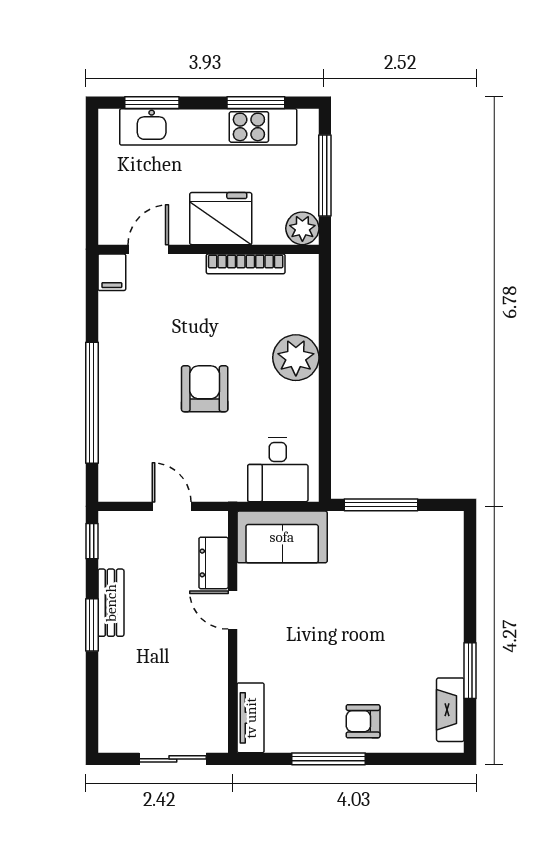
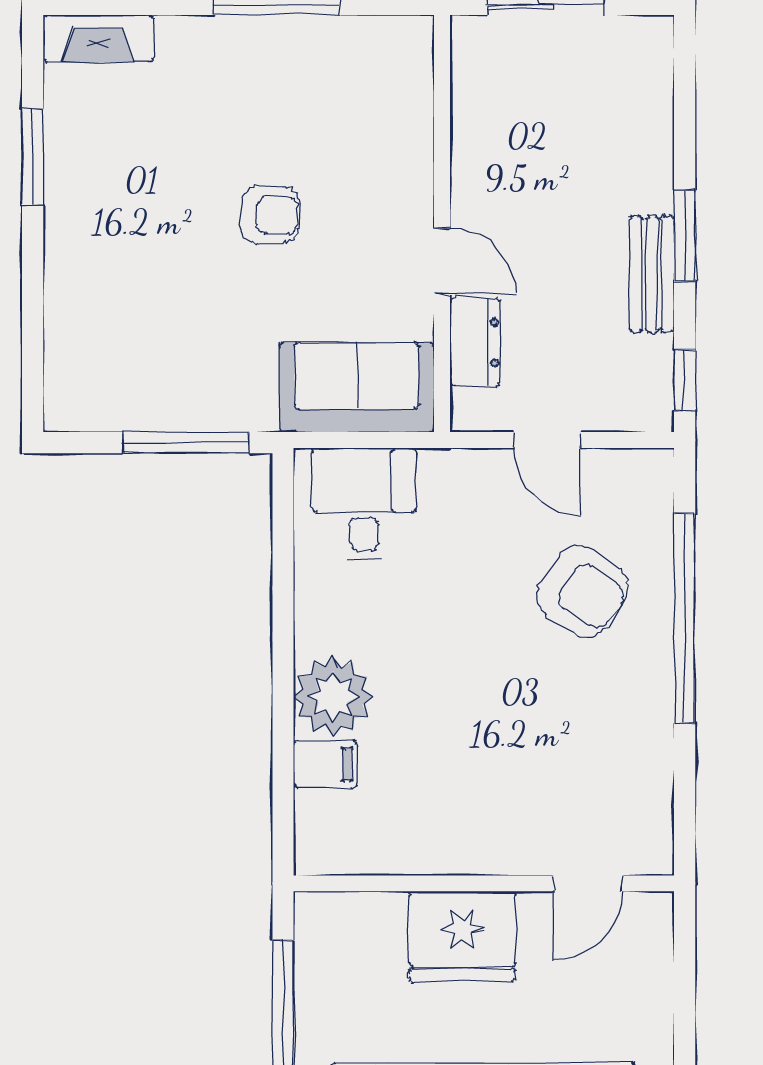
plant: (302, 228) -> (322, 920), removed
bookcase: (246, 264) -> (420, 858), removed
filing cabinet: (112, 272) -> (325, 764), moved, turned 90
armchair: (205, 389) -> (583, 591), moved, turned -56
fireplace: (450, 710) -> (98, 38), moved, turned 90
tv unit: (251, 718) -> (411, 75), removed
armchair: (363, 721) -> (270, 215), moved

